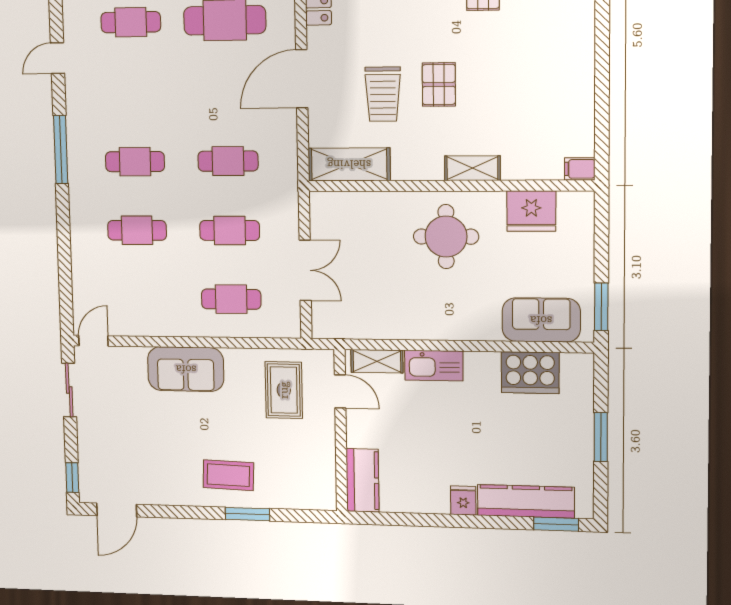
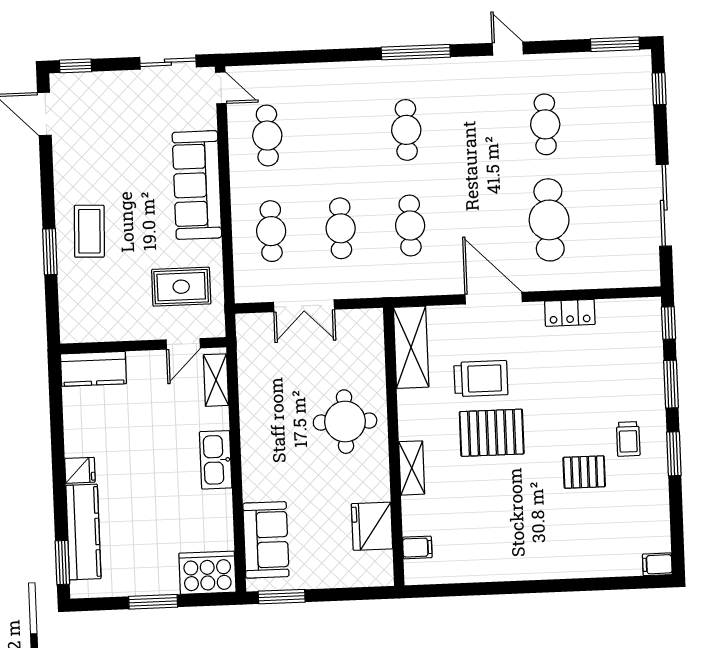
pallet: (439, 84) -> (492, 433), width x1.50, depth x1.42
trolley: (383, 94) -> (481, 379), turned 180
filing cabinet: (580, 169) -> (417, 547), moved, turned 90
cafe table: (137, 230) -> (267, 136), moved
round table: (446, 237) -> (345, 422), moved
kitchen sink: (434, 366) -> (216, 460), moved
sofa: (186, 369) -> (197, 185), width x1.36
cooker: (530, 373) -> (207, 573), moved, turned 90

